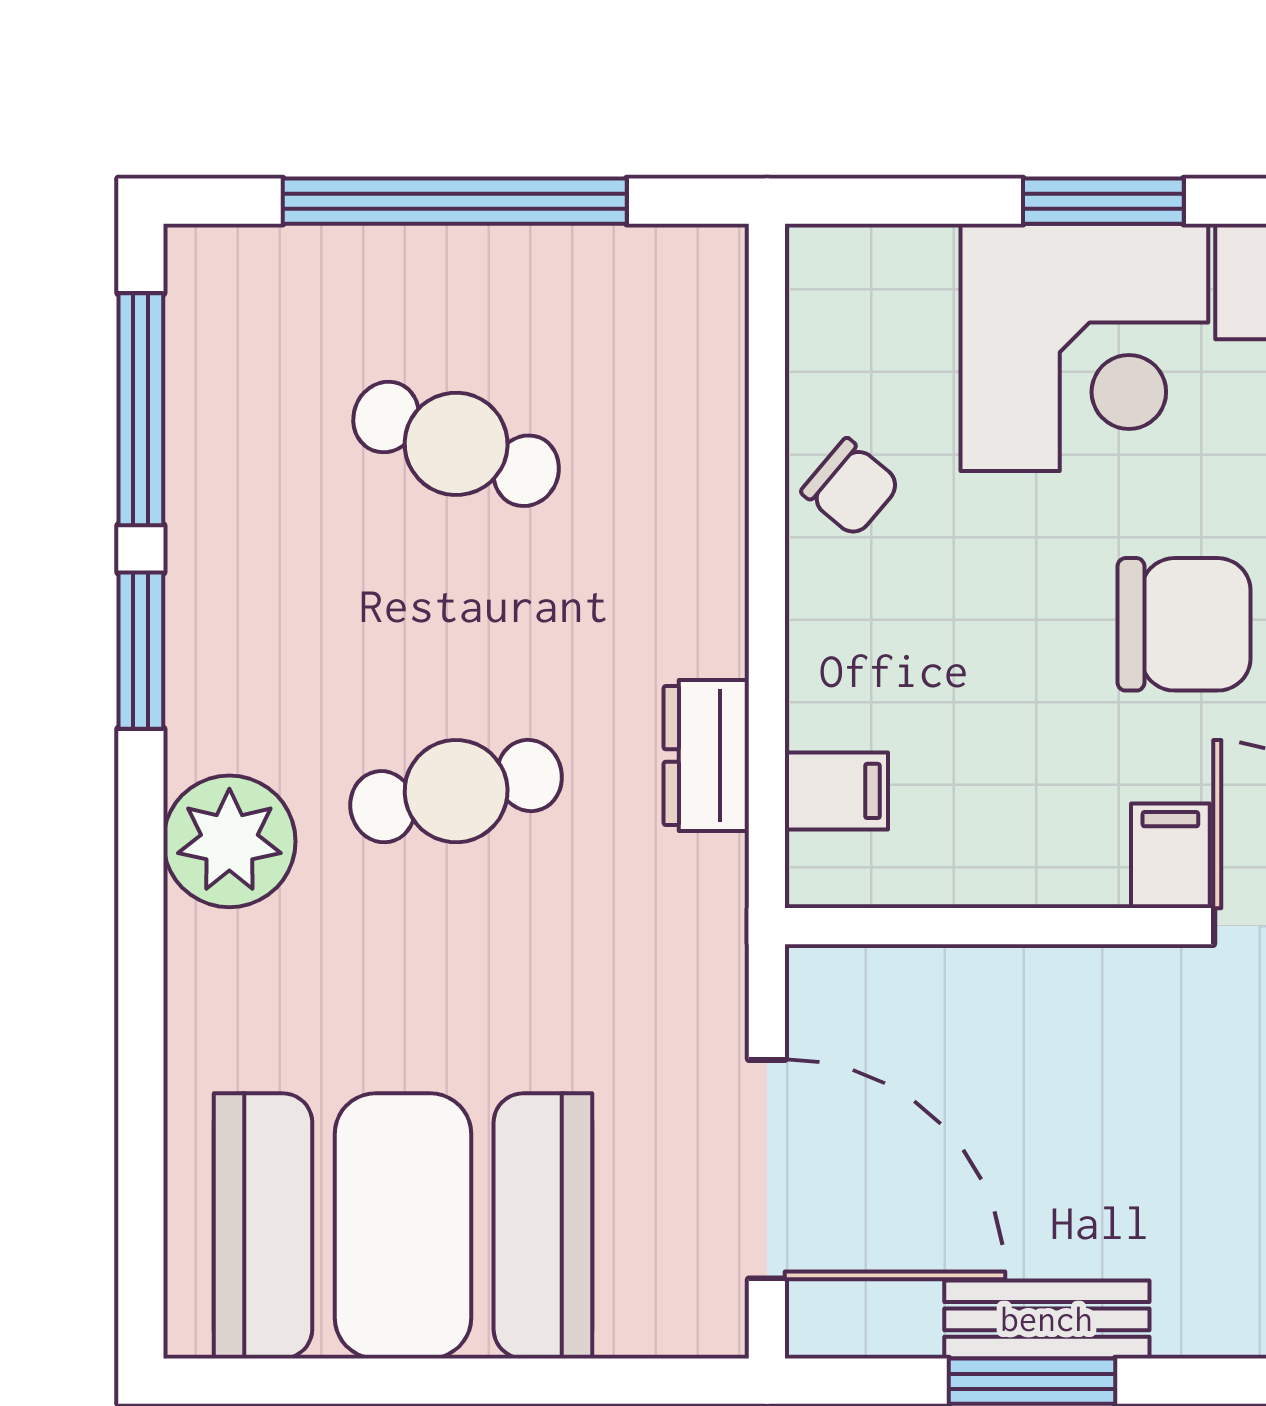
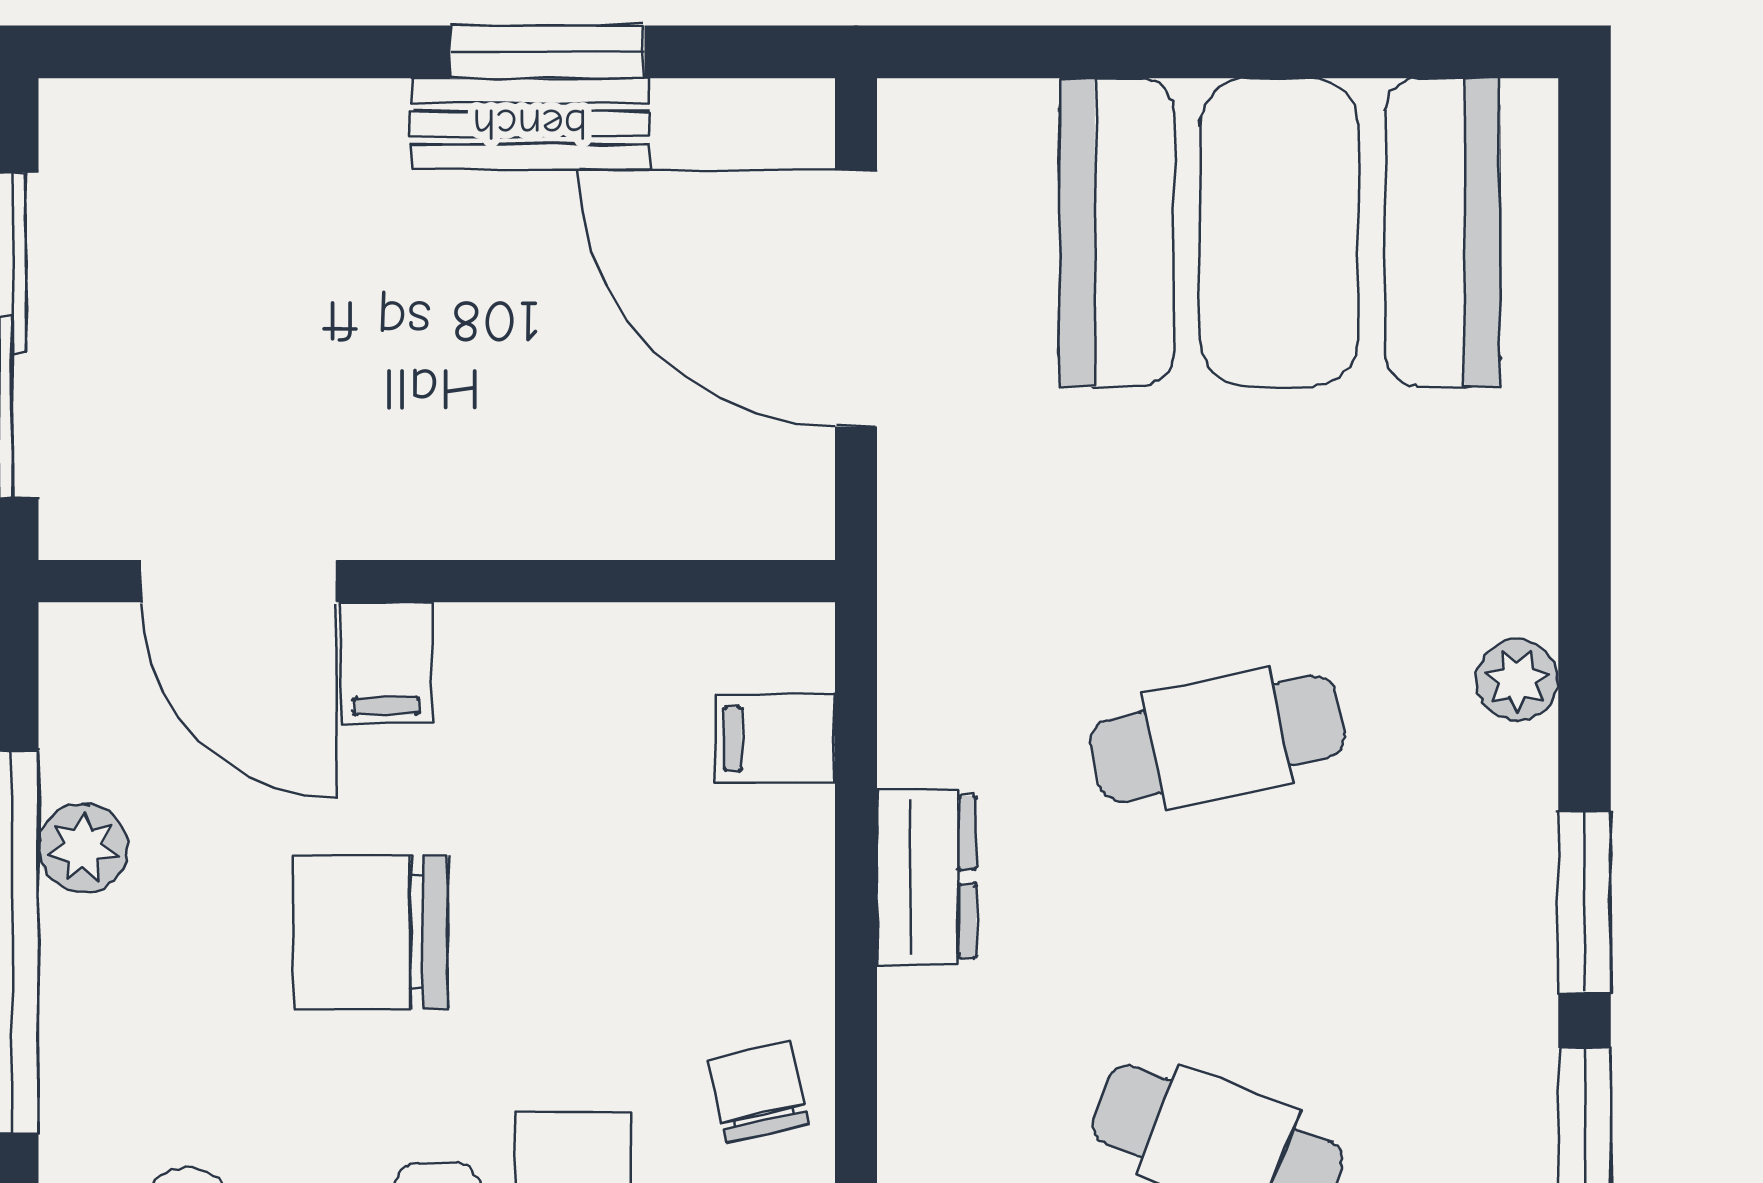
chair: (851, 487) -> (758, 1092), turned 37
dresser: (706, 756) -> (926, 877), moved
plant: (229, 841) -> (1517, 680), width x0.53, depth x0.53

